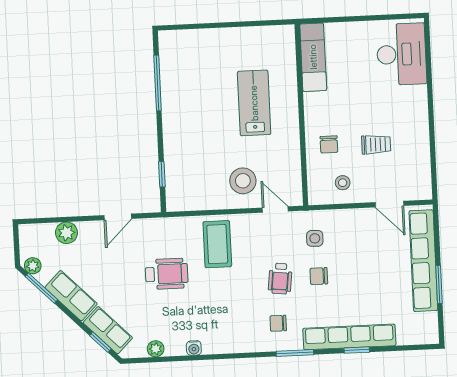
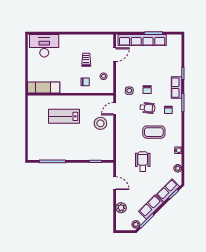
coffee table: (217, 244) -> (154, 132), moved
row of seats: (349, 337) -> (177, 88), width x0.50

